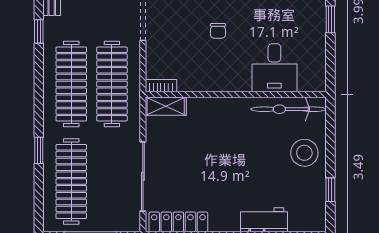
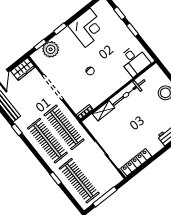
desk: (274, 68) -> (134, 61), moved
shelving: (166, 106) -> (104, 111), moved
bicycle: (288, 109) -> (129, 93), moved

